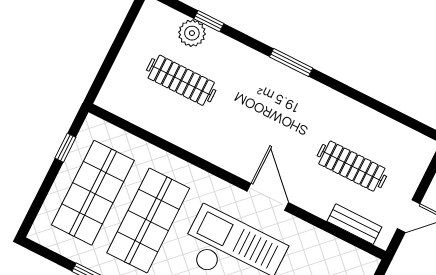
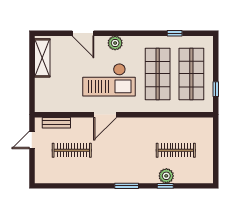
window: (209, 21) -> (165, 186), moved
plant: (192, 33) -> (166, 176), moved
door: (268, 197) -> (105, 115), hinge flipped

